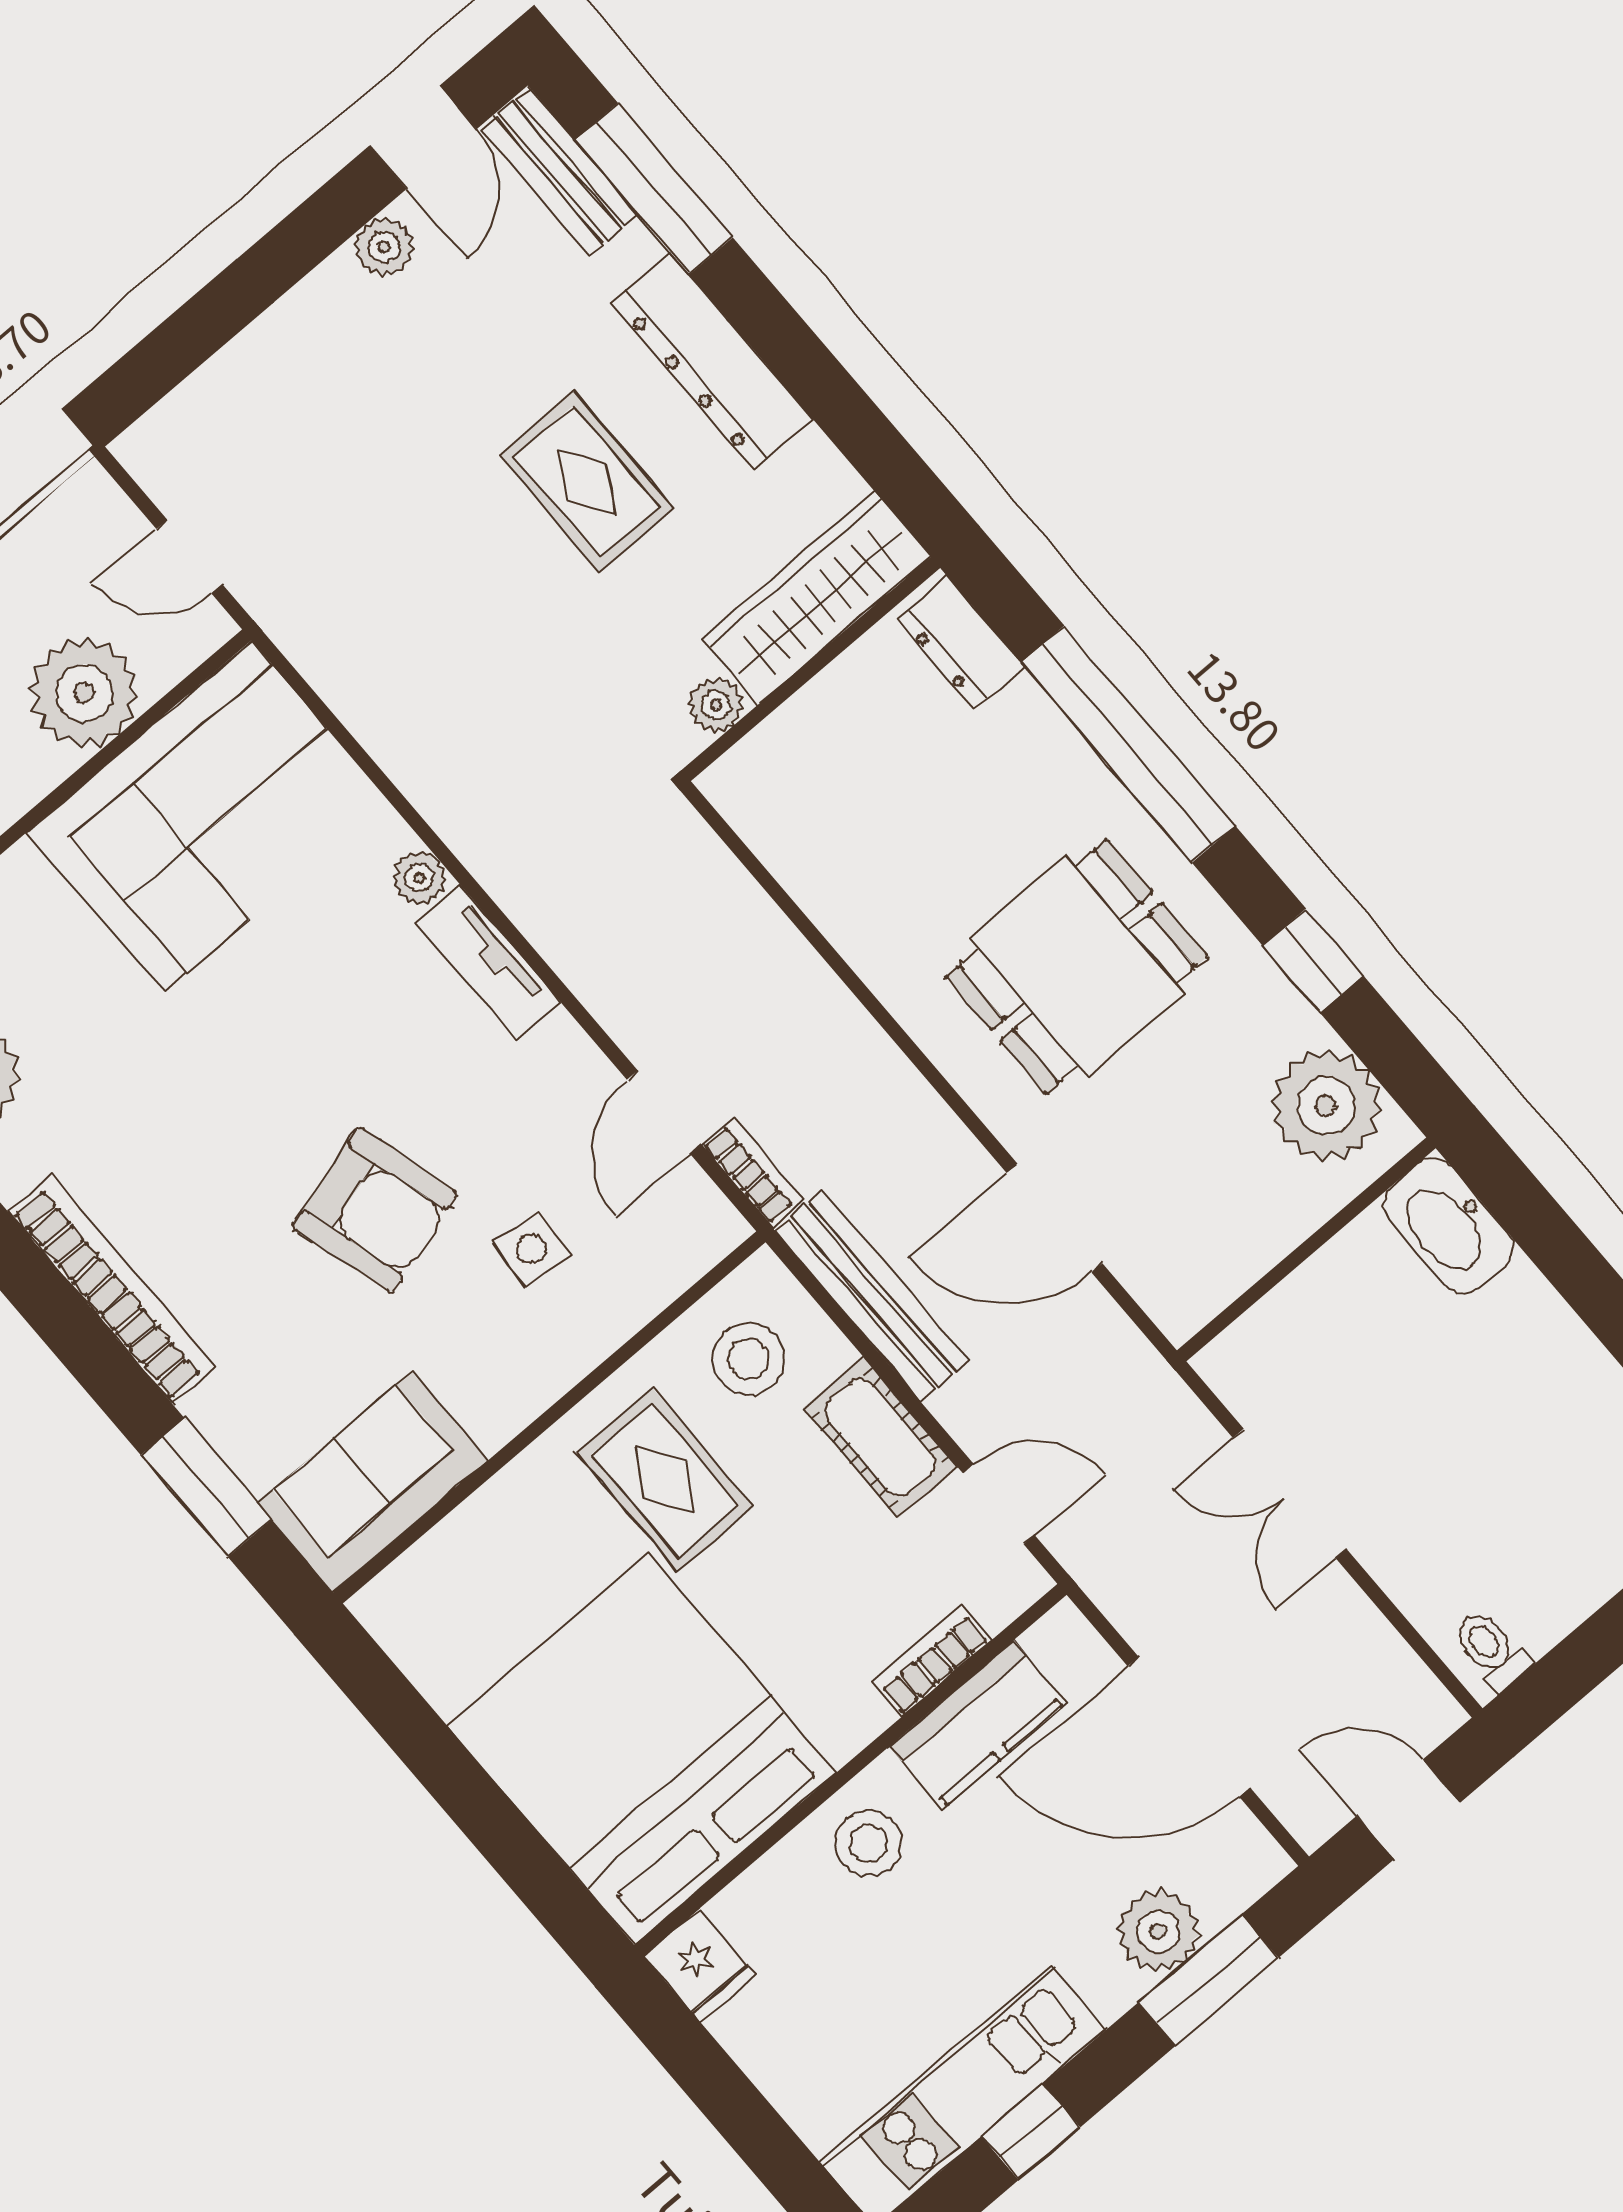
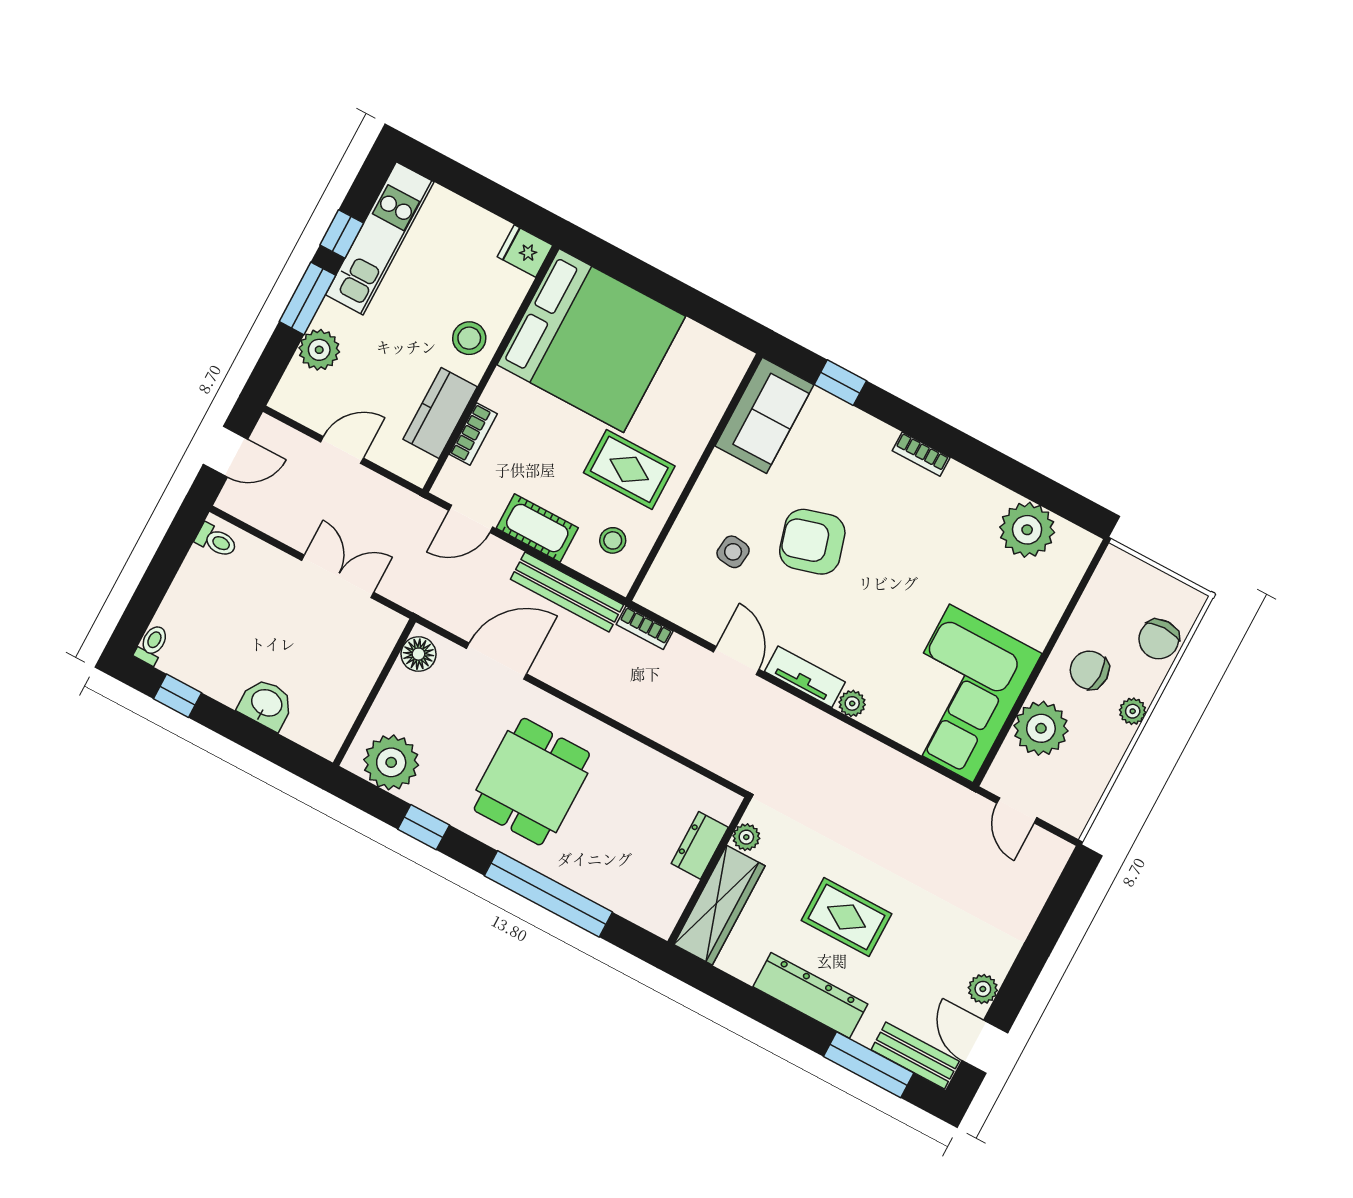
door: (189, 557) -> (1017, 810), swing flipped
dresser: (960, 643) -> (700, 845), moved, turned -90
door: (664, 1112) -> (736, 661), moved
washbasin: (1448, 1226) -> (266, 704), moved, width x0.72
floor lamp: (1195, 1289) -> (418, 654), added
bookcase: (112, 1290) -> (921, 454), width x0.43, depth x0.76
stool: (748, 1359) -> (613, 540), width x0.73, depth x0.73
window: (206, 1488) -> (840, 383), width x0.67
door: (1189, 1727) -> (342, 450), width x0.53
window: (1208, 1980) -> (307, 298), moved

